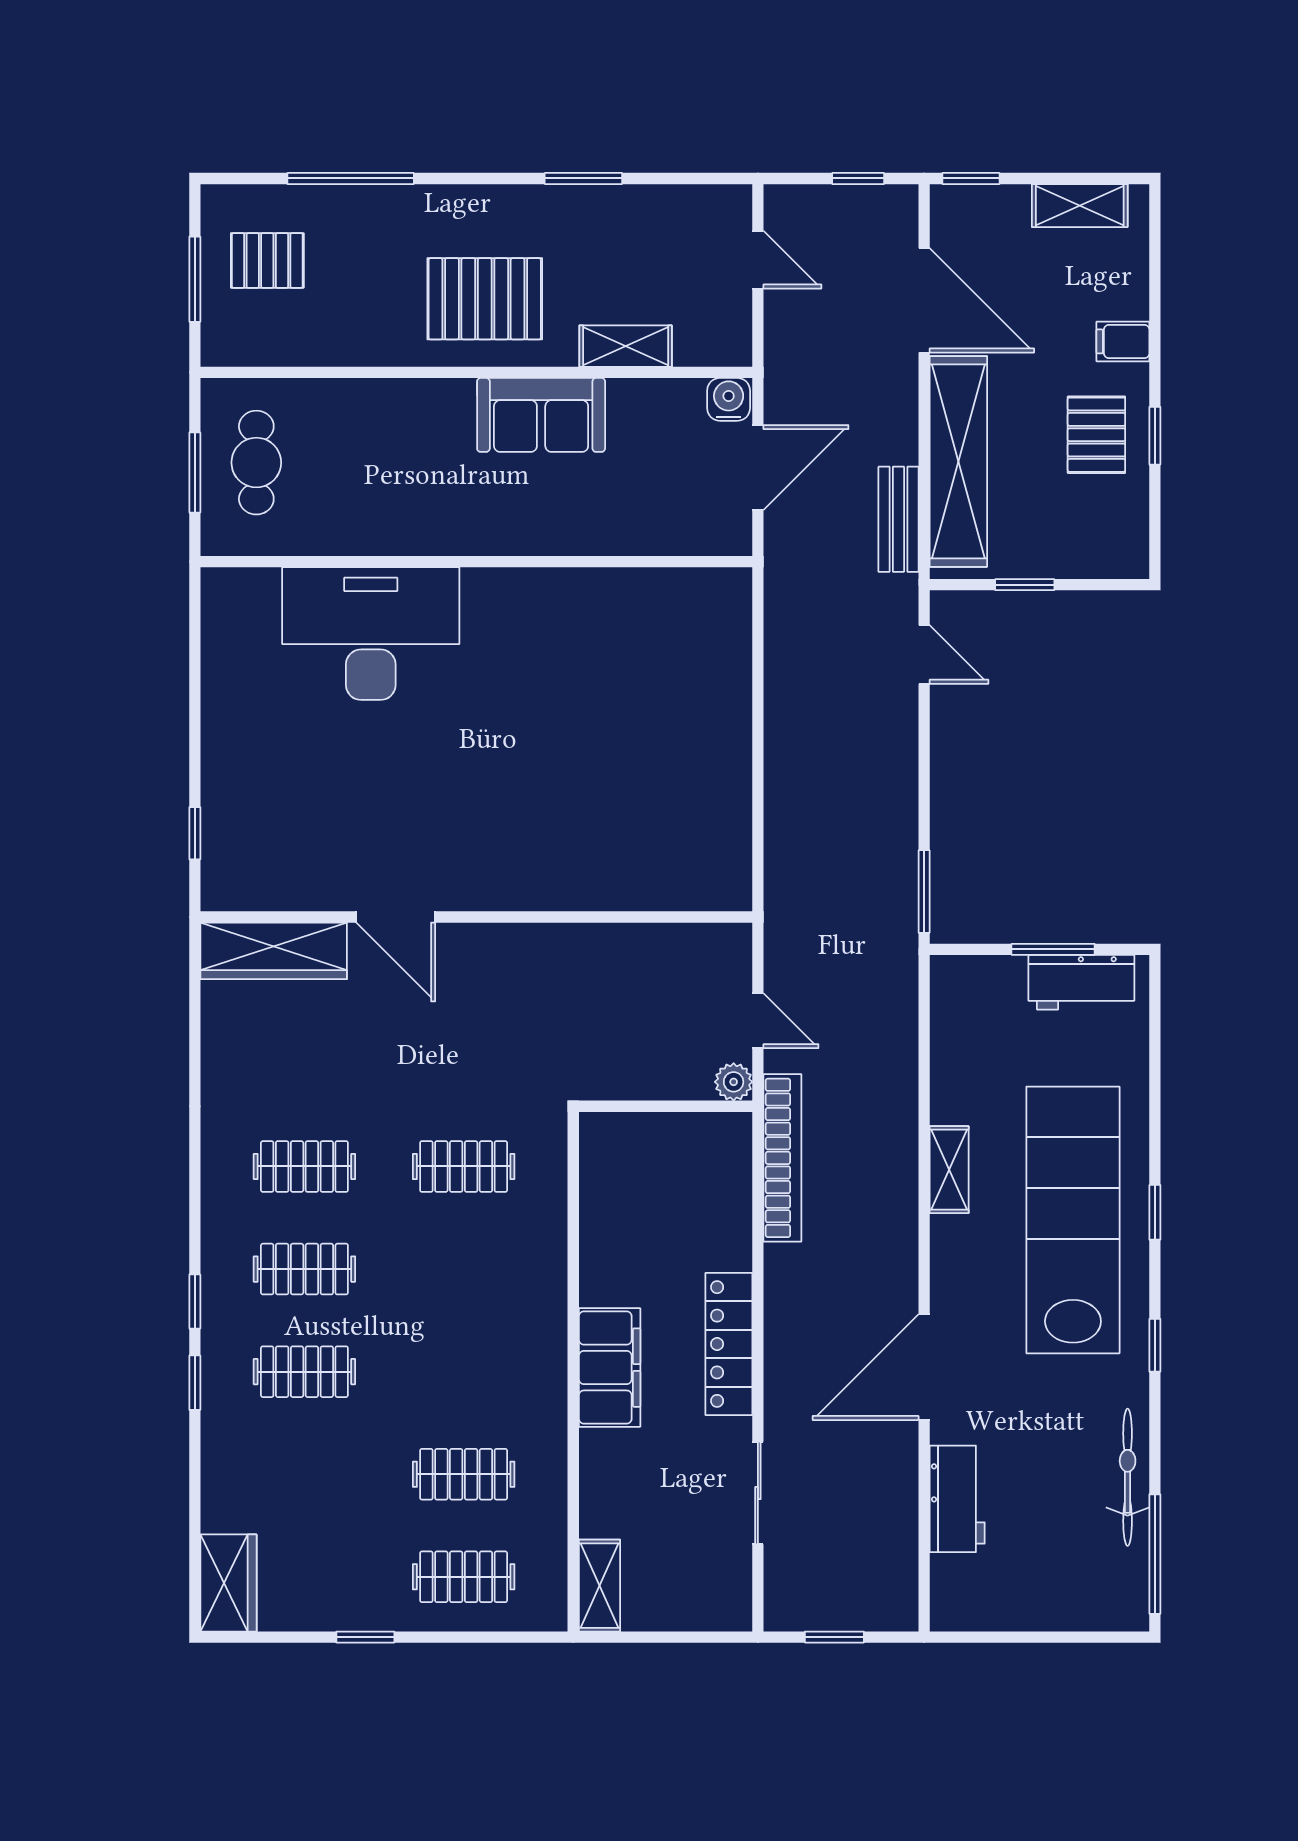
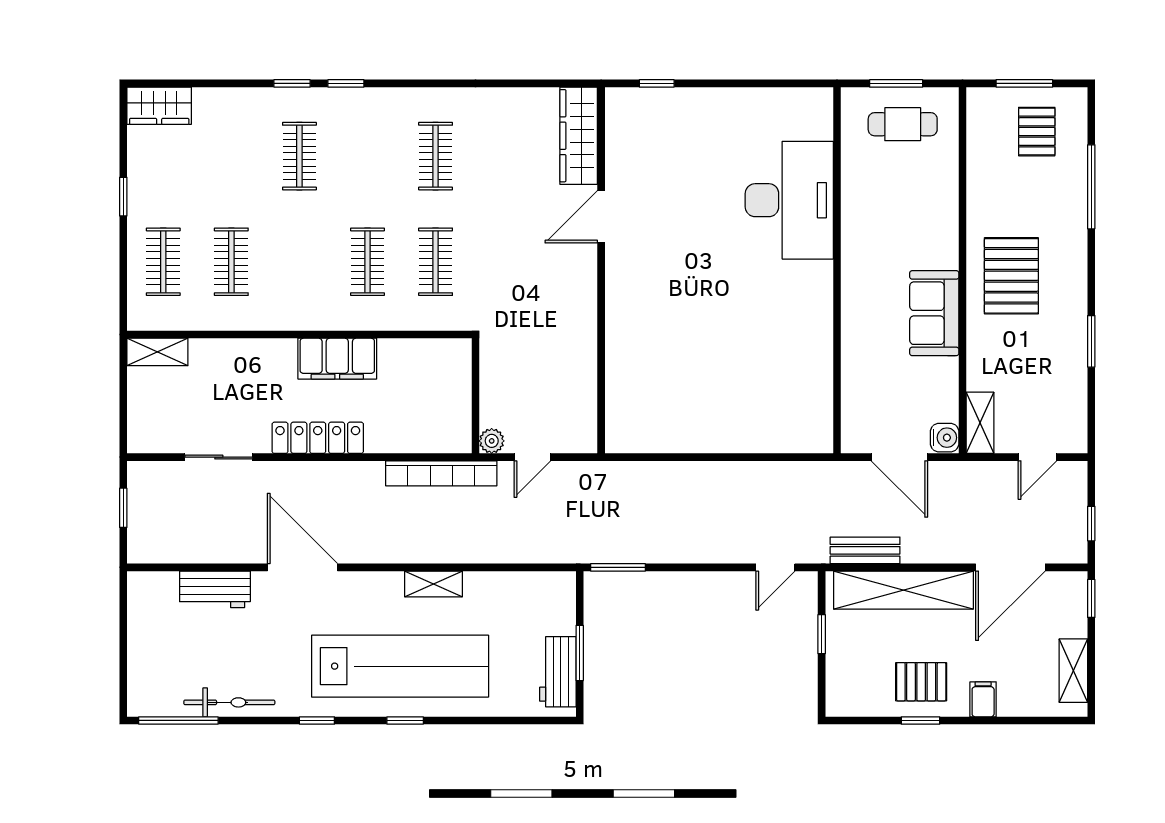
shelving: (626, 346) -> (980, 423), moved
clothes rail: (304, 1269) -> (367, 262), moved
filing cabinet: (610, 1368) -> (337, 359), moved

